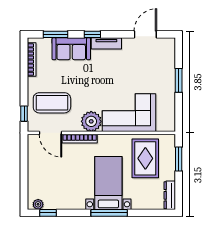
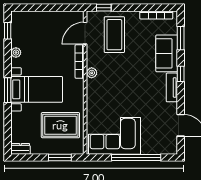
window: (179, 80) -> (136, 158), width x2.11
corner sofa: (129, 113) -> (114, 136), moved, turned -90
plant: (91, 121) -> (92, 73), width x0.53, depth x0.53
dresser: (170, 195) -> (20, 149), width x0.70
plant: (38, 204) -> (16, 53), moved
window: (109, 213) -> (8, 90), width x0.69

